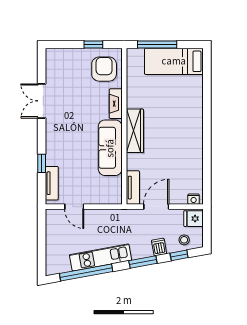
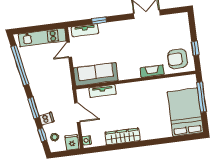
bed: (174, 61) -> (185, 112), width x1.50
armchair: (104, 69) -> (177, 59), turned 180
wardrobe: (135, 131) -> (123, 137), moved, turned 180
sofa: (110, 148) -> (96, 74), moved
tv unit: (133, 188) -> (102, 91), moved
kitchen unit: (101, 257) -> (42, 37), moved, turned 100

